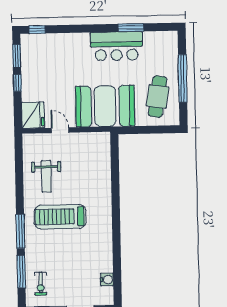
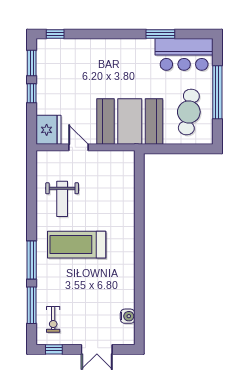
bar counter: (116, 46) -> (184, 54), moved

